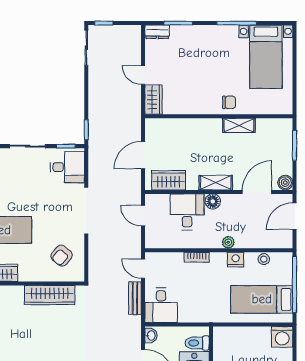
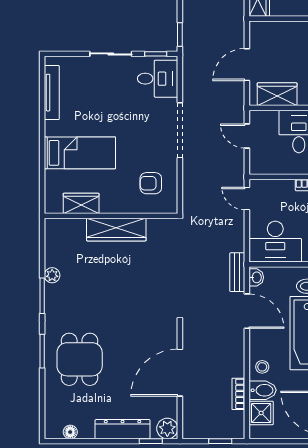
armchair: (62, 256) -> (151, 183), turned 50
wardrobe: (50, 295) -> (116, 230), moved
bench: (135, 298) -> (237, 272), moved
desk: (161, 305) -> (275, 242), width x1.37

